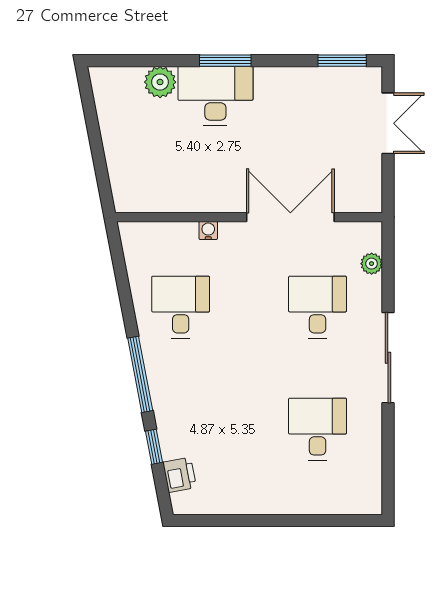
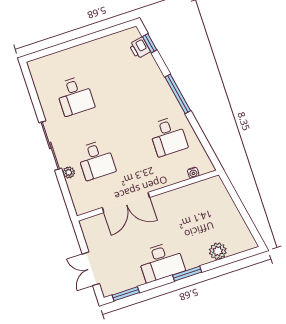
desk: (215, 96) -> (161, 262), moved
water cooler: (208, 231) -> (193, 173), moved
plant: (372, 264) -> (69, 172), moved
window: (154, 447) -> (150, 43), moved

